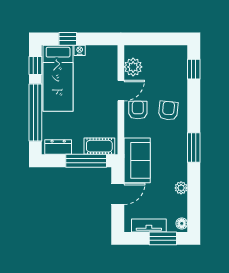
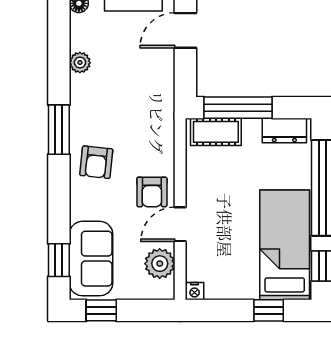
window: (168, 39) -> (101, 310), added
nightstand: (80, 50) -> (195, 291), moved
armchair: (168, 111) -> (96, 162), moved
sofa: (137, 160) -> (91, 259), moved, turned 180
door: (118, 194) -> (185, 30), moved

